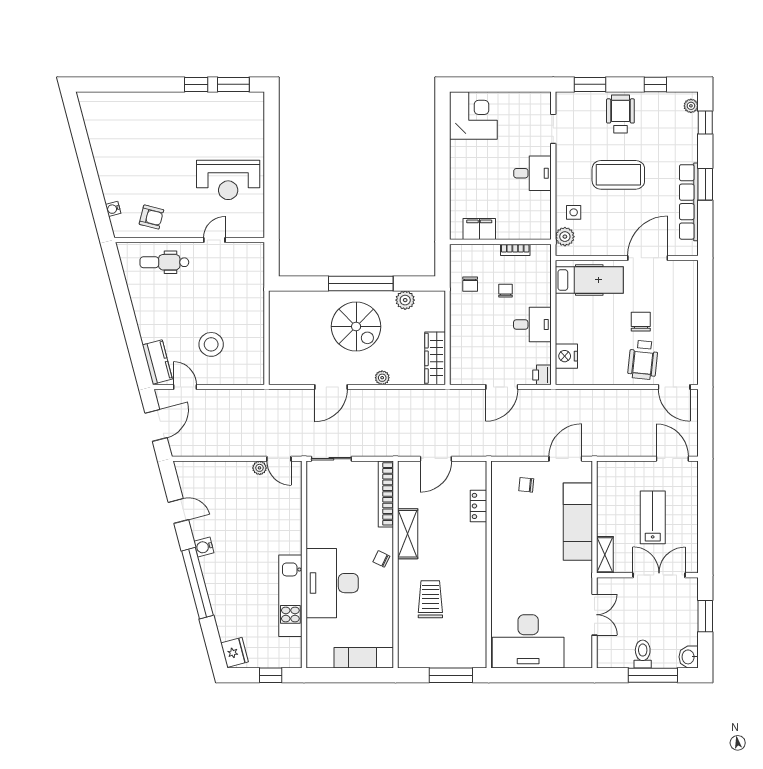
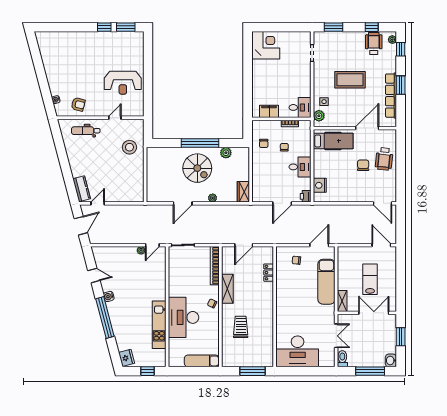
wheelchair: (620, 114) -> (374, 44), moved
desk: (532, 173) -> (300, 107), moved
stool: (211, 344) -> (129, 147), moved
wardrobe: (435, 358) -> (243, 192), width x0.67
wheelchair: (643, 360) -> (384, 159), moved
door: (185, 387) -> (98, 203), hinge flipped
door: (279, 459) -> (152, 245), hinge flipped
toilet: (643, 654) -> (342, 359), moved

